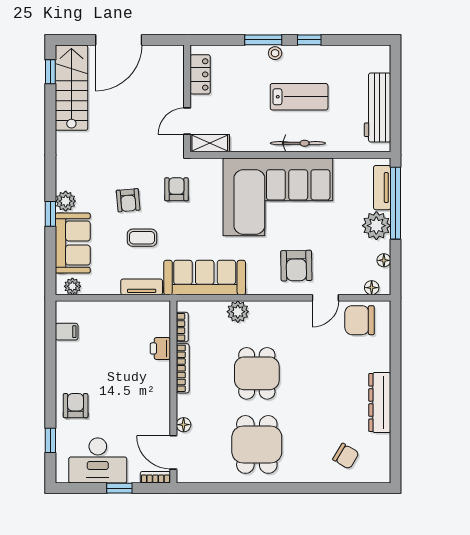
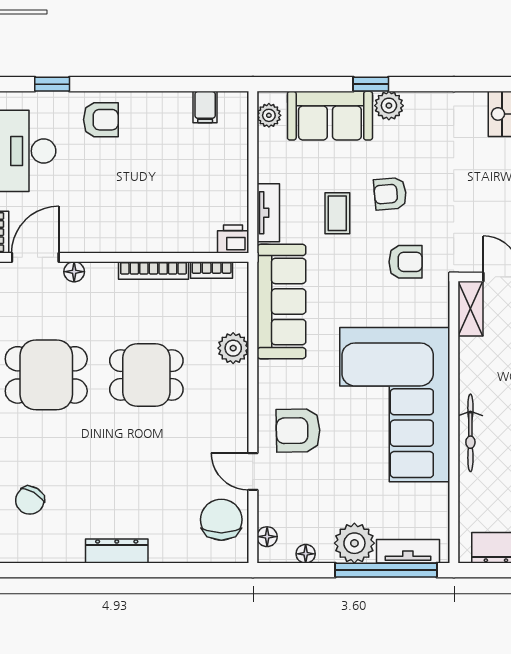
printer: (160, 348) -> (233, 239), moved
dresser: (380, 402) -> (117, 551), width x0.73, depth x0.80

